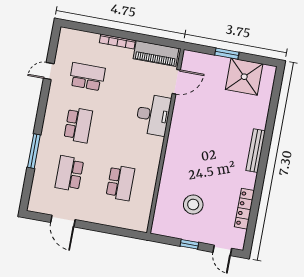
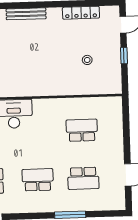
stool: (193, 205) -> (87, 60), width x0.53, depth x0.53

